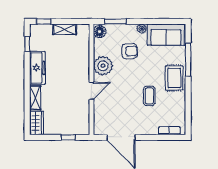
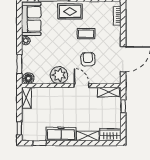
shelving: (65, 29) -> (26, 98), moved
armchair: (130, 51) -> (88, 59), moved
shelving: (84, 121) -> (108, 92), added

